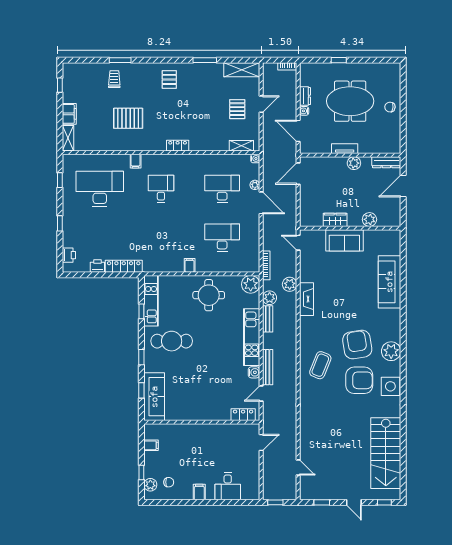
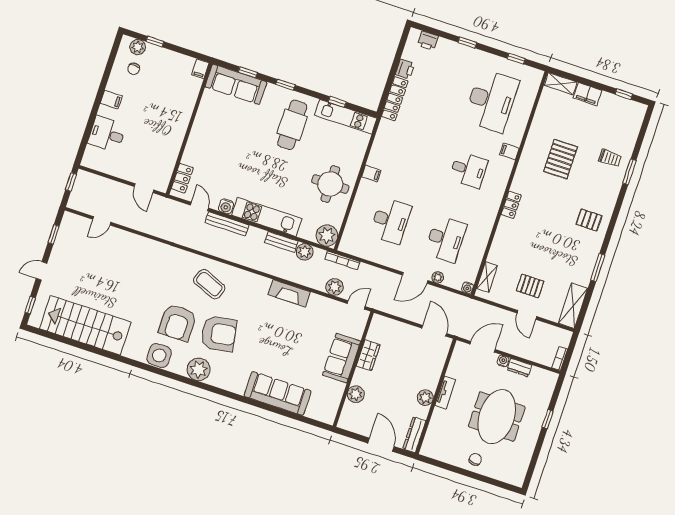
plant: (290, 284) -> (335, 287), moved
filing cabinet: (151, 445) -> (200, 69), moved

